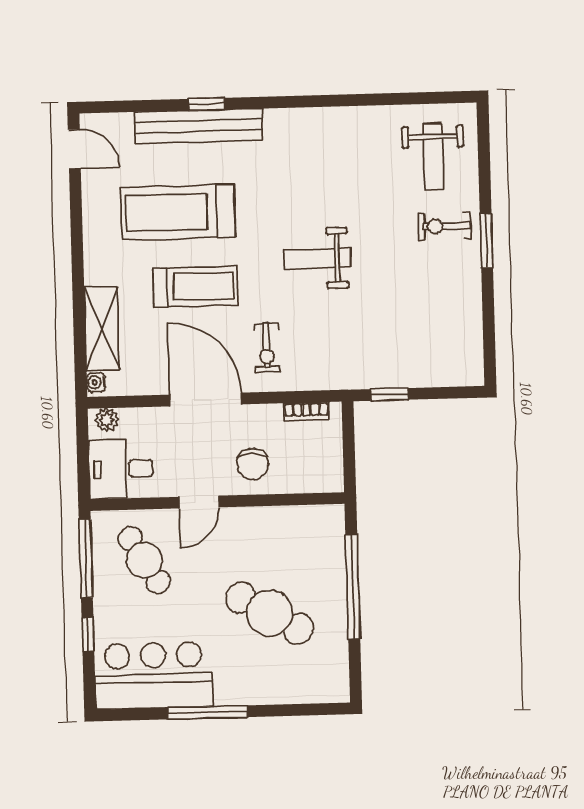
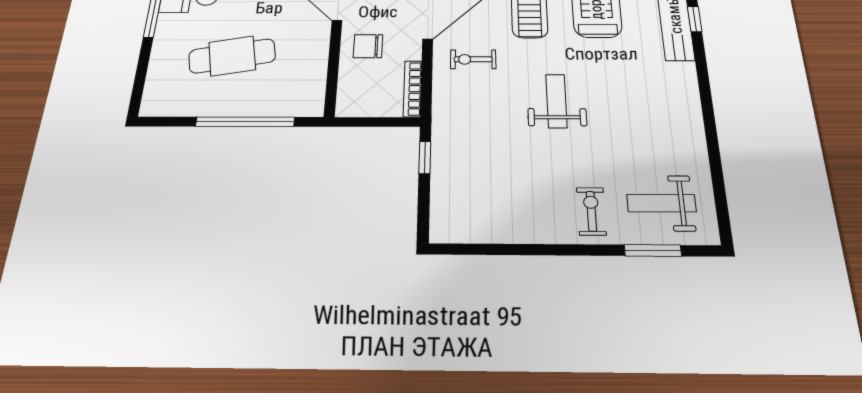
window: (486, 241) -> (653, 250), moved
bookcase: (306, 412) -> (413, 89), width x1.56
cafe table: (270, 613) -> (232, 56), turned 50

